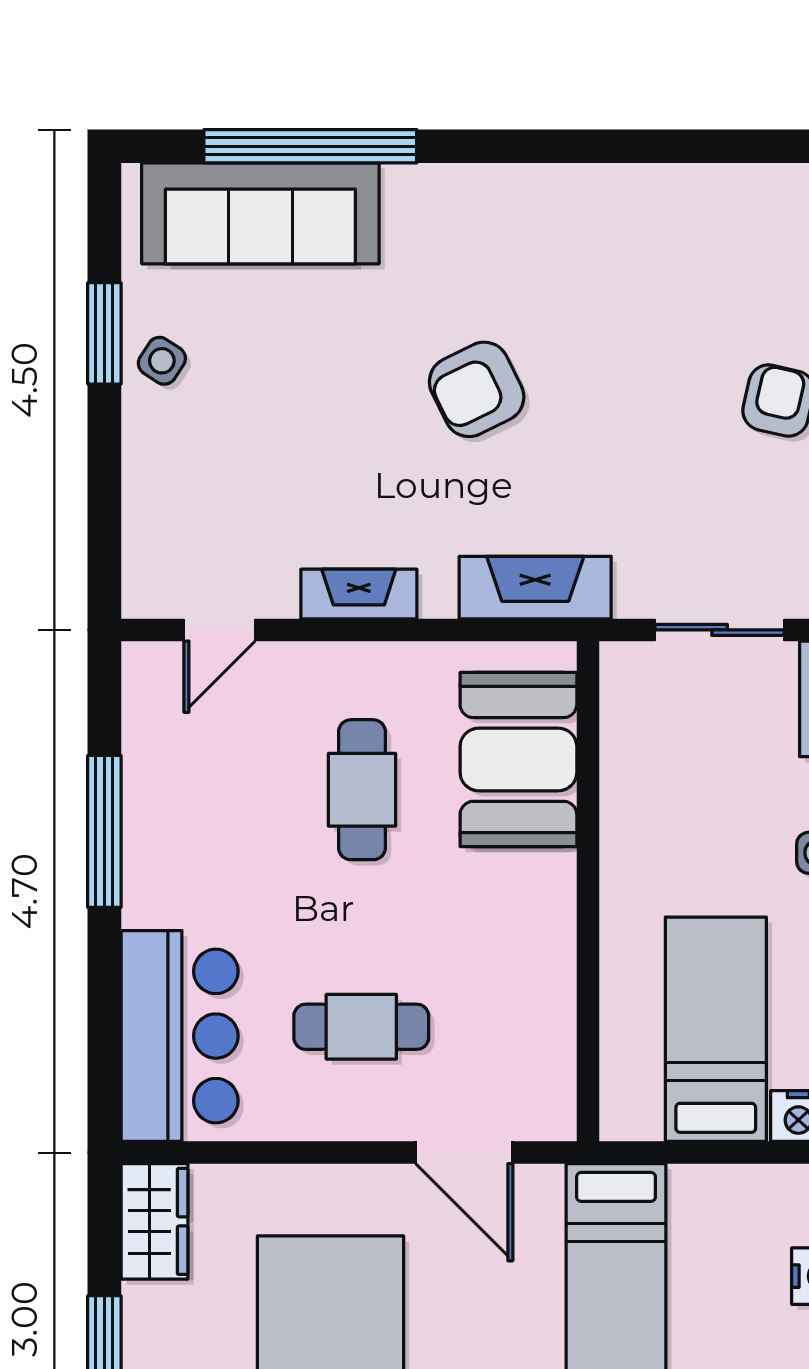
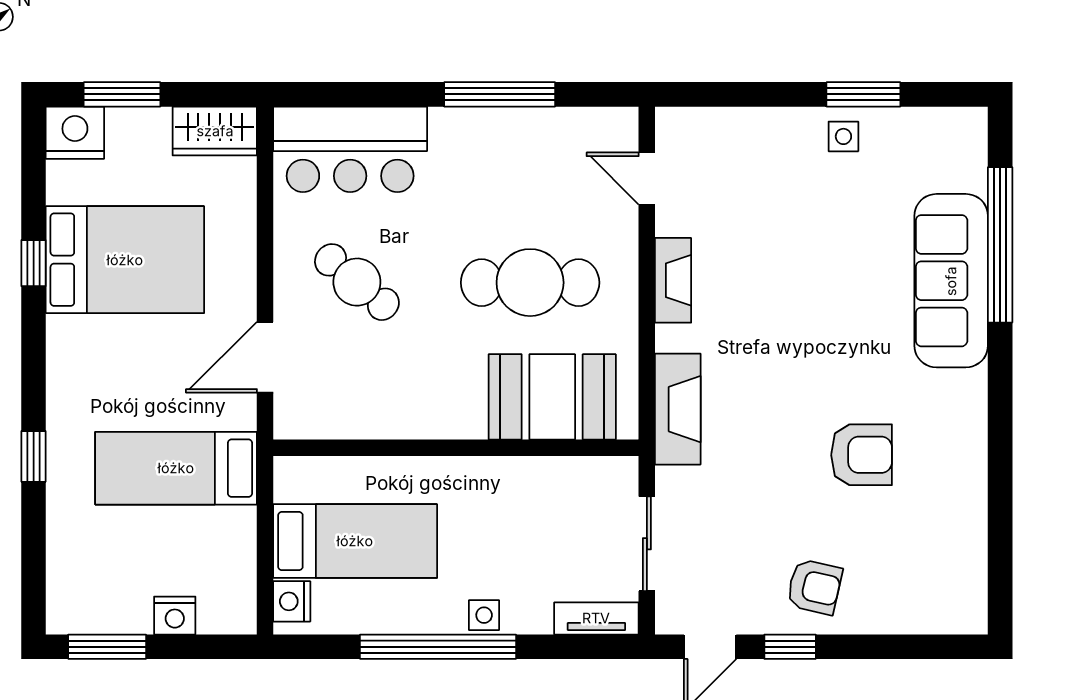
sofa: (260, 213) -> (951, 281), moved
side table: (162, 361) -> (843, 136), turned -33
armchair: (477, 389) -> (862, 455), moved, turned 116
cafe table: (362, 790) -> (530, 283), width x1.37, depth x1.35
cafe table: (361, 1027) -> (357, 282), turned -50

